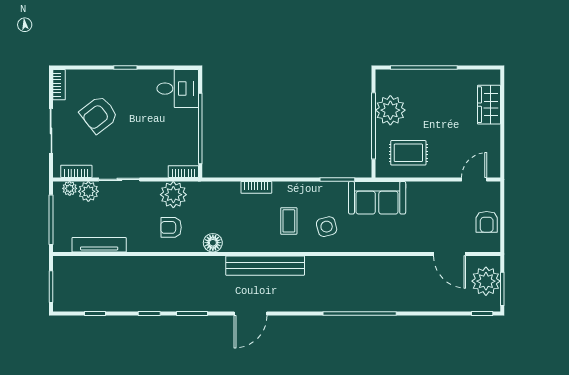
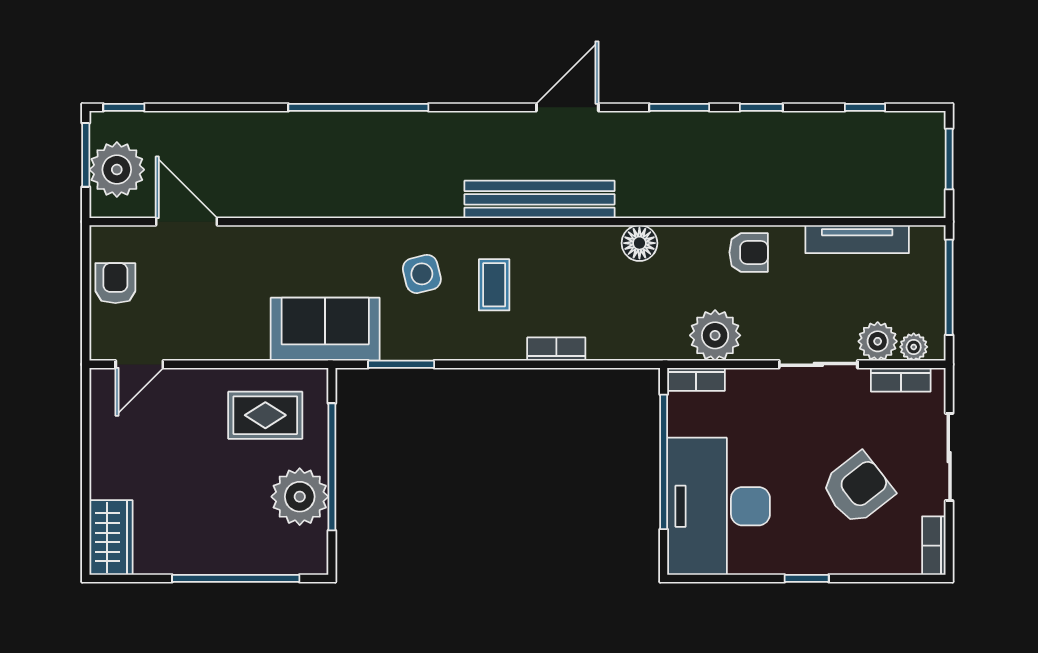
desk: (178, 89) -> (719, 506), width x1.87, depth x1.30
wardrobe: (489, 105) -> (111, 537), moved
armchair: (171, 227) -> (749, 252), moved

